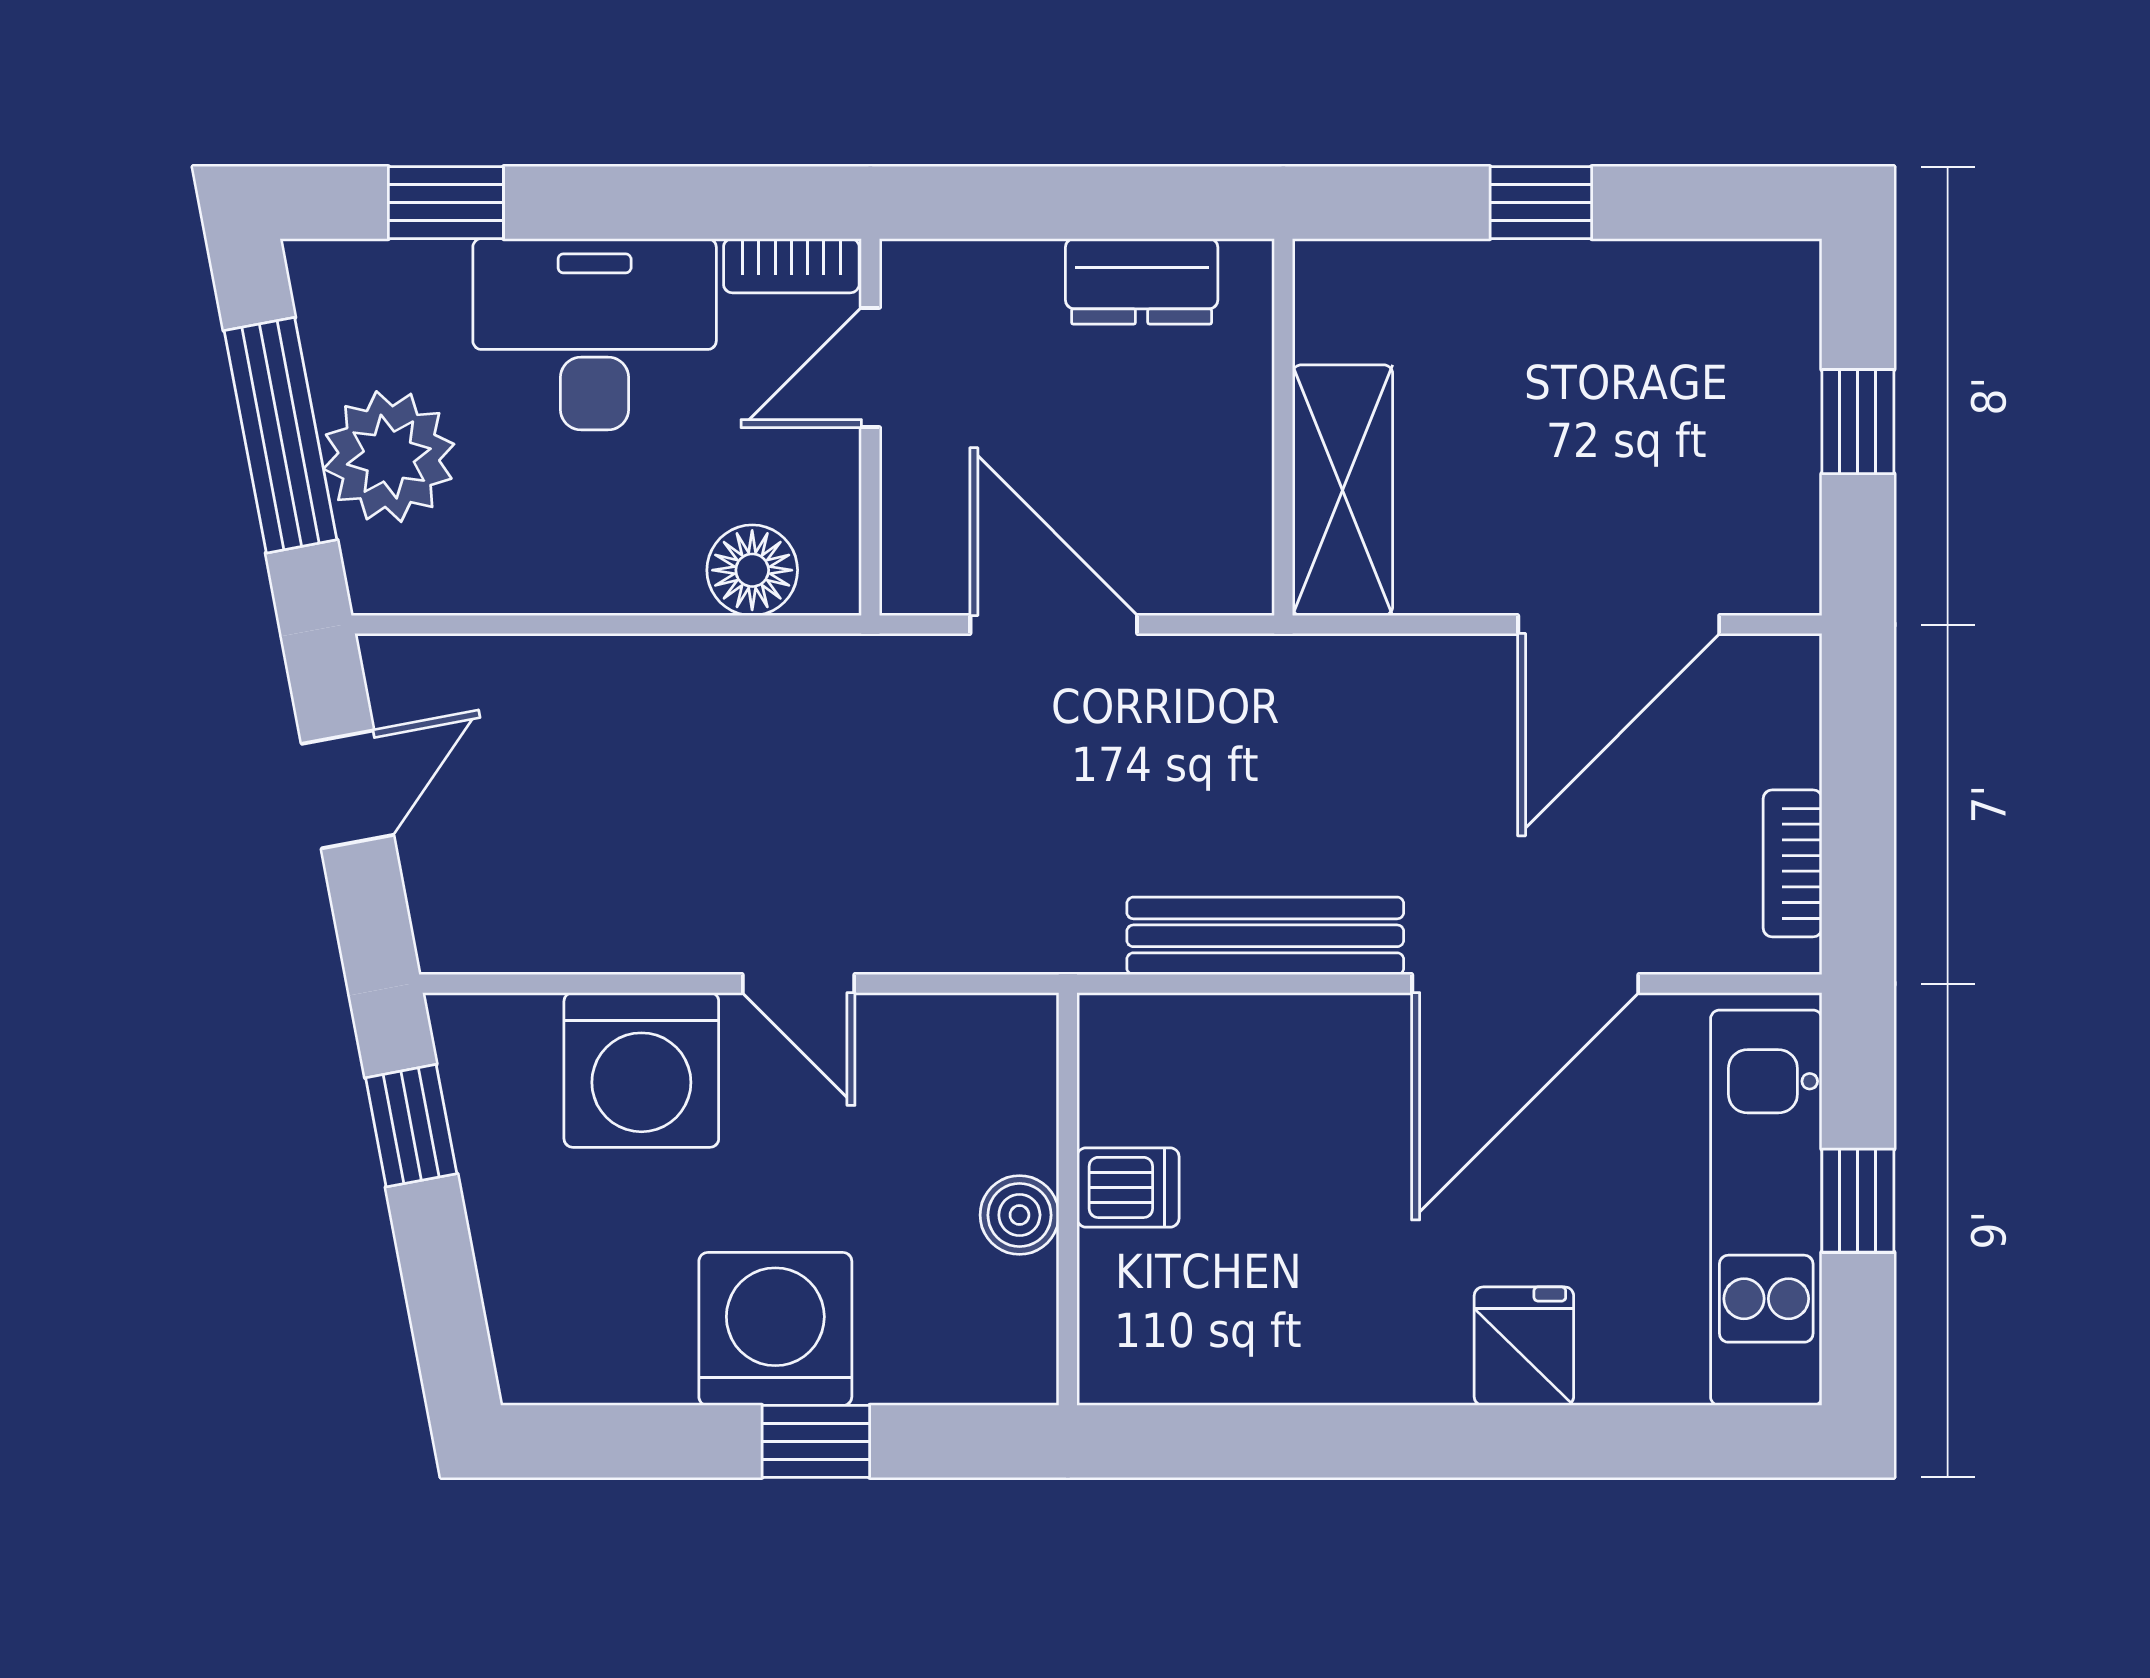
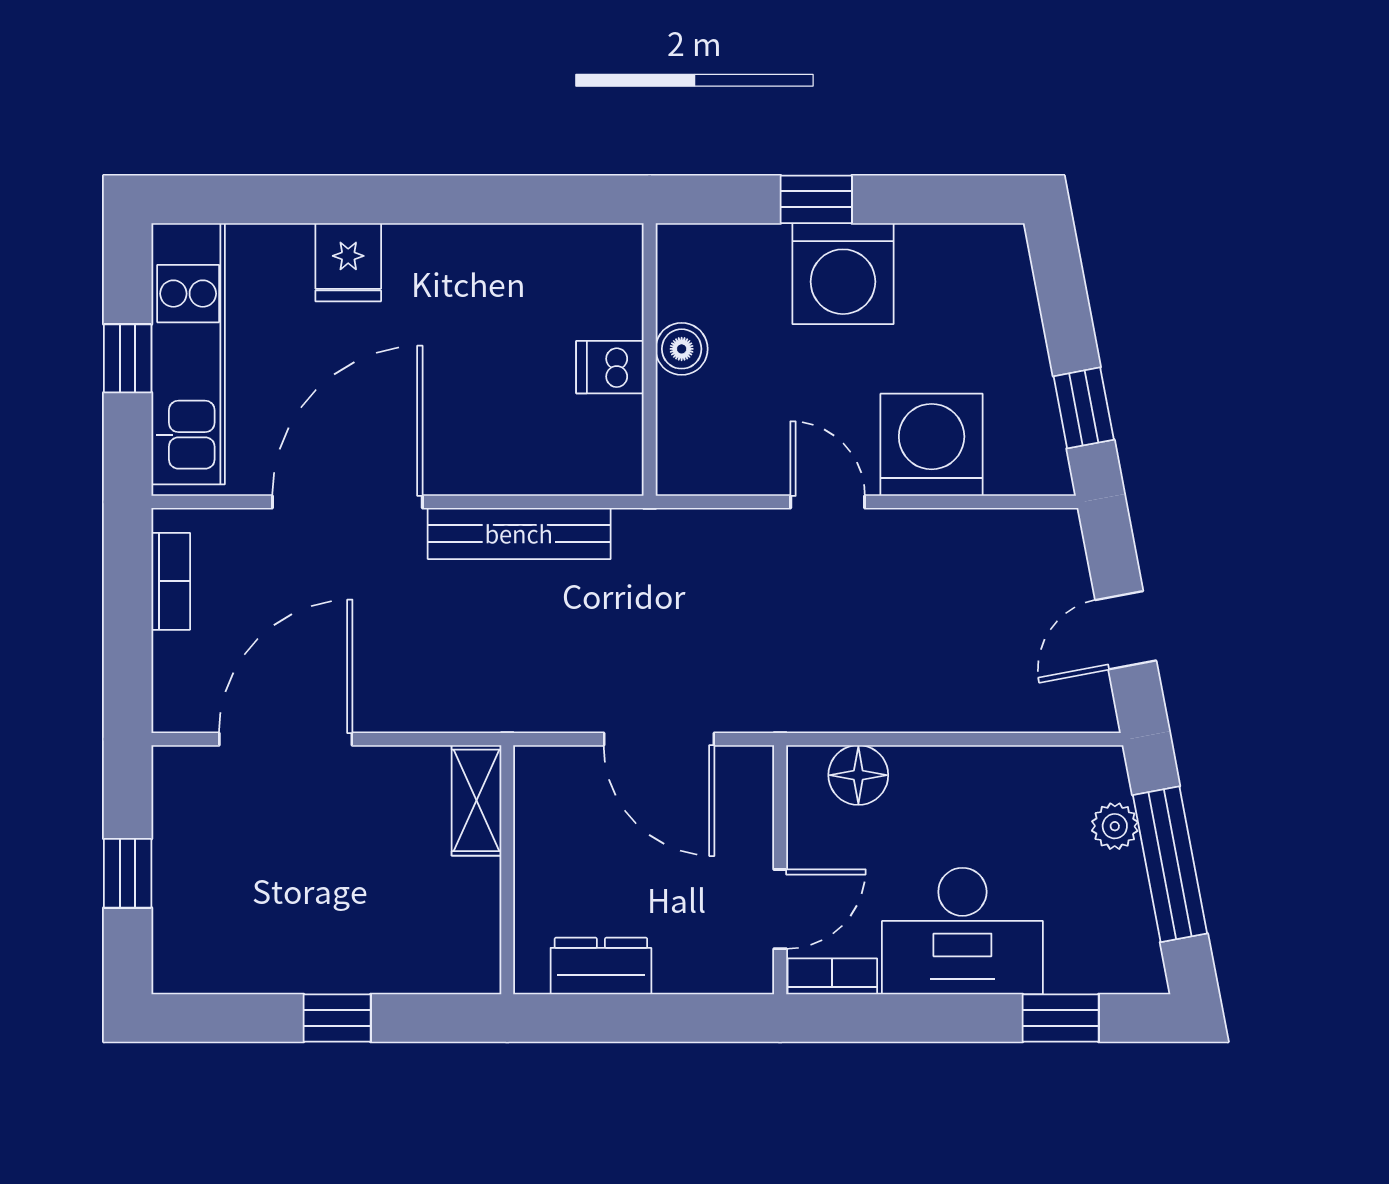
plant: (389, 457) -> (1115, 826), width x0.53, depth x0.53
shelving: (1342, 490) -> (476, 800), width x0.67, depth x0.75

